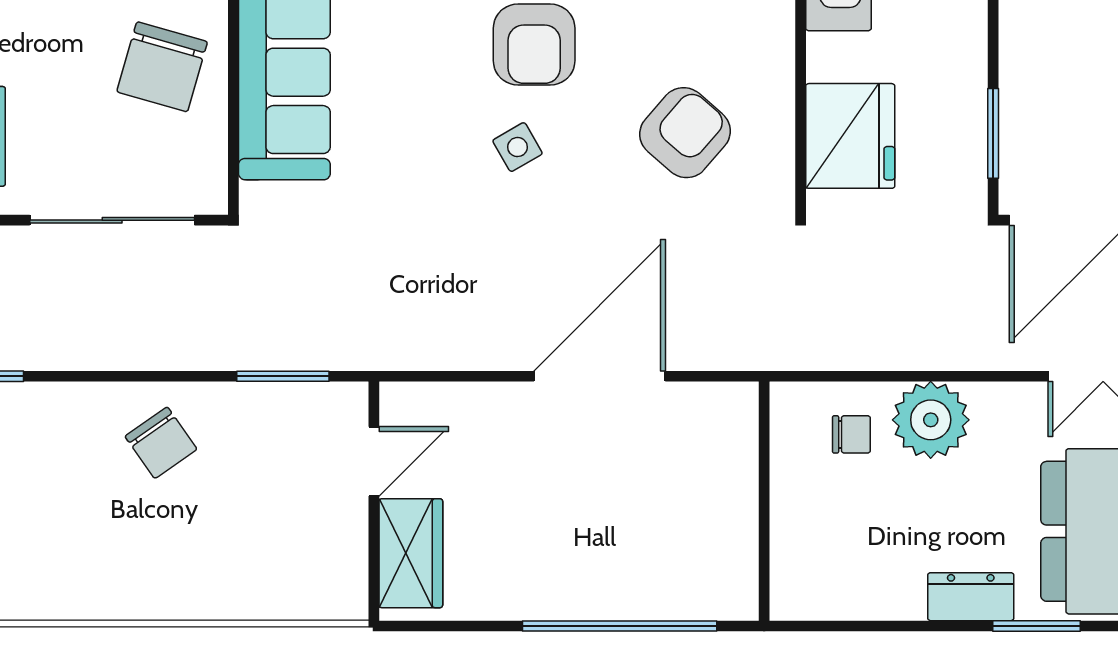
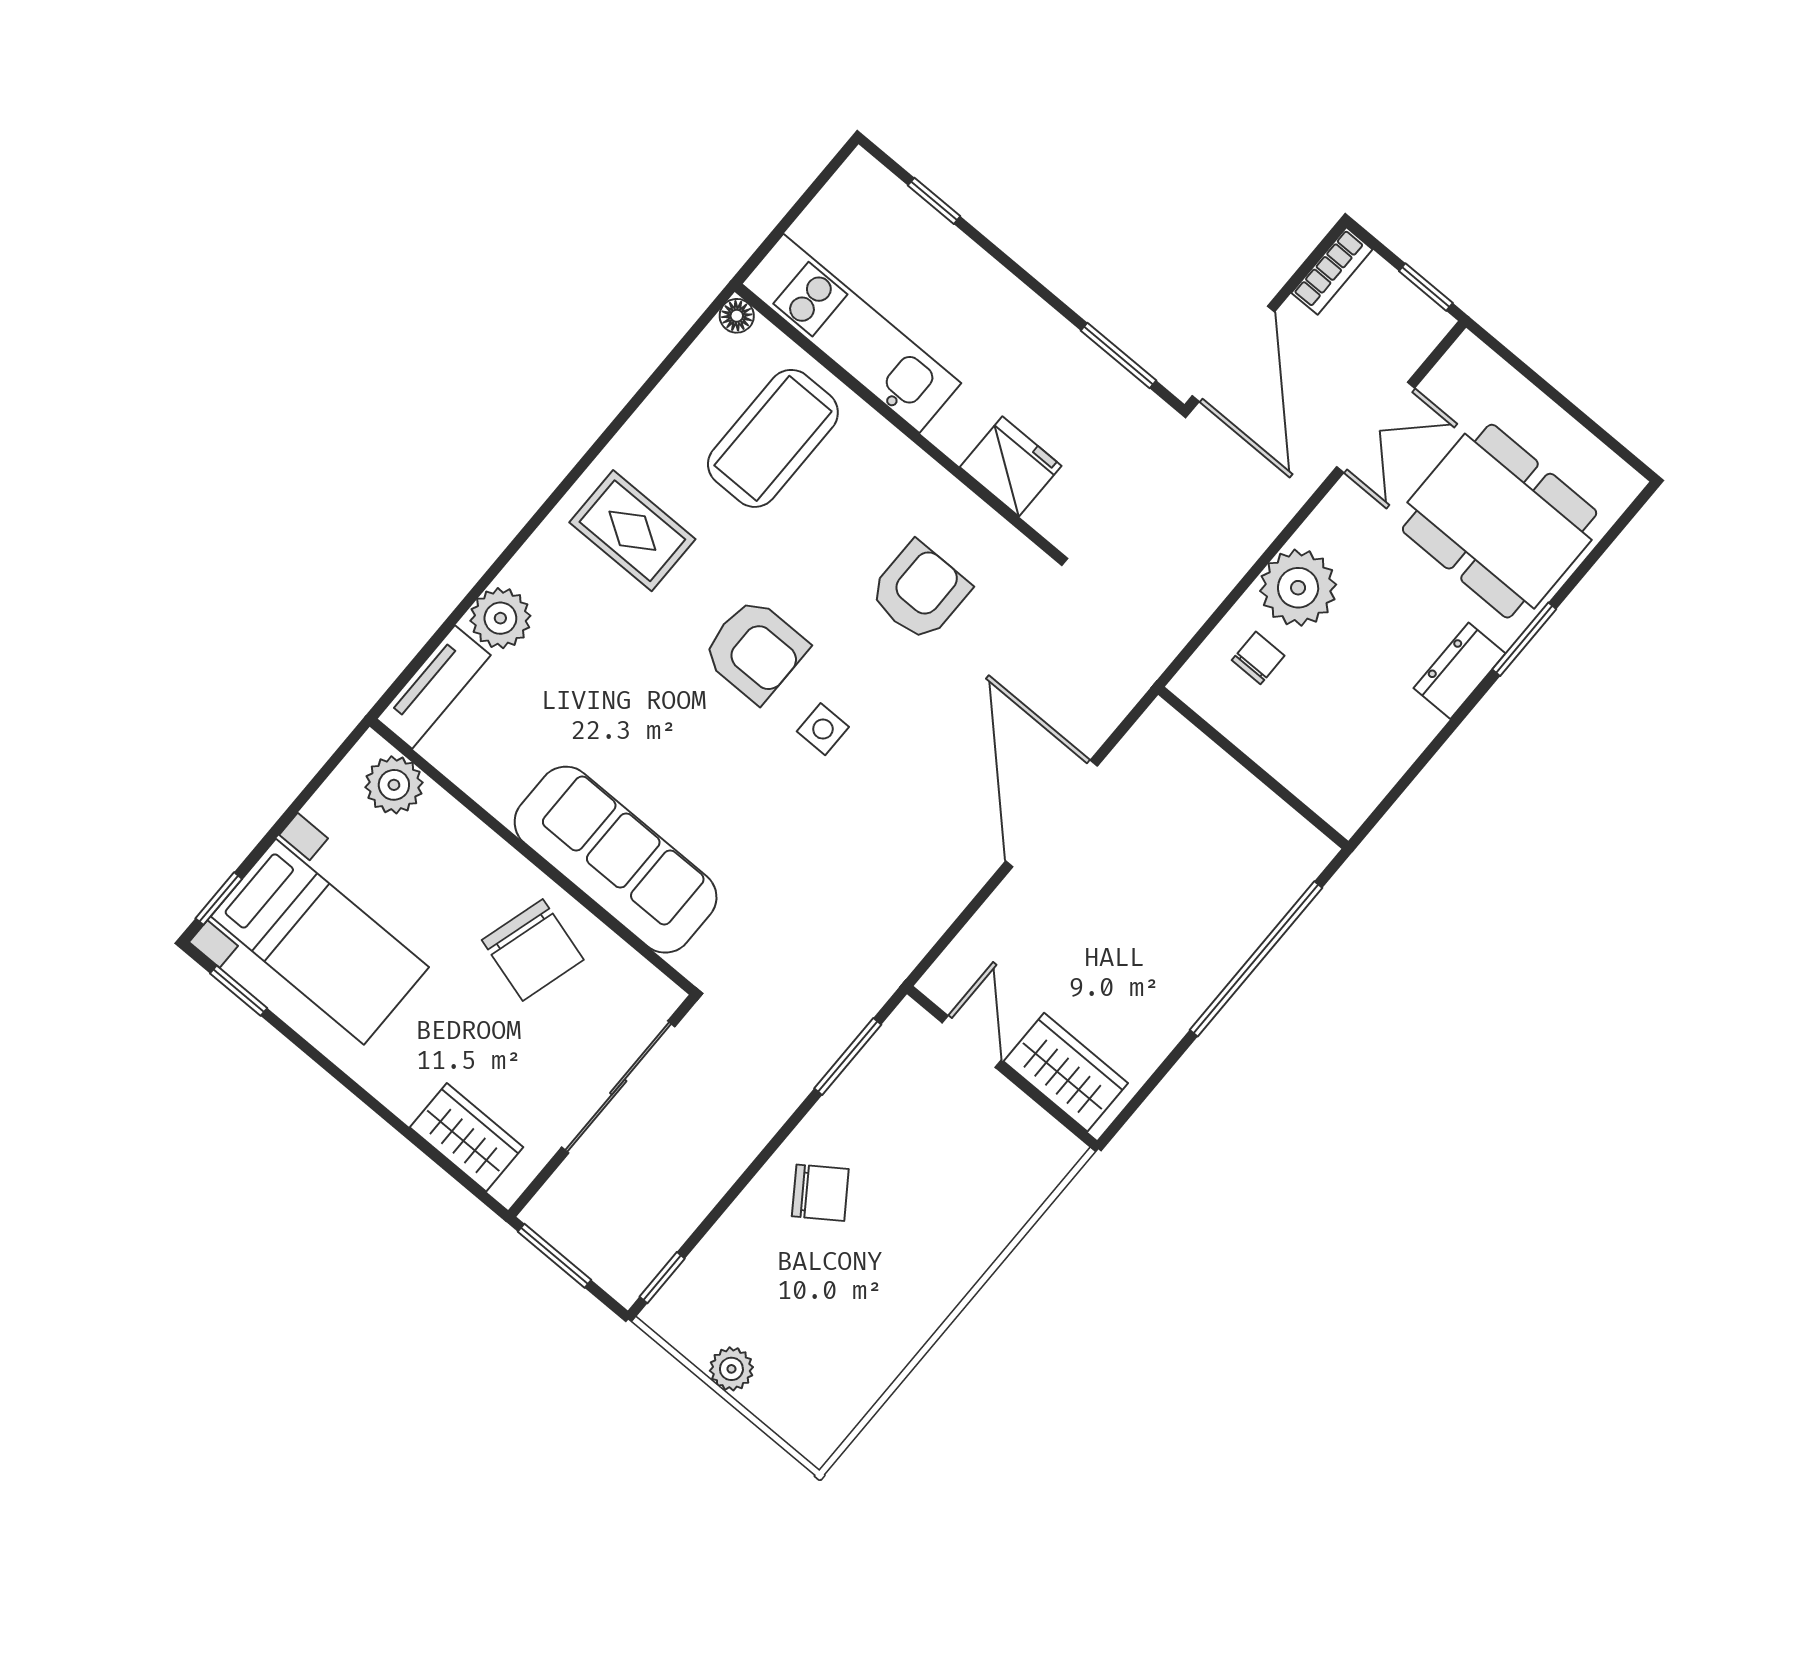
armchair: (685, 133) -> (920, 591), turned 49
fridge: (850, 136) -> (1011, 466), width x0.73, depth x0.75
side table: (517, 147) -> (823, 729), turned 30

